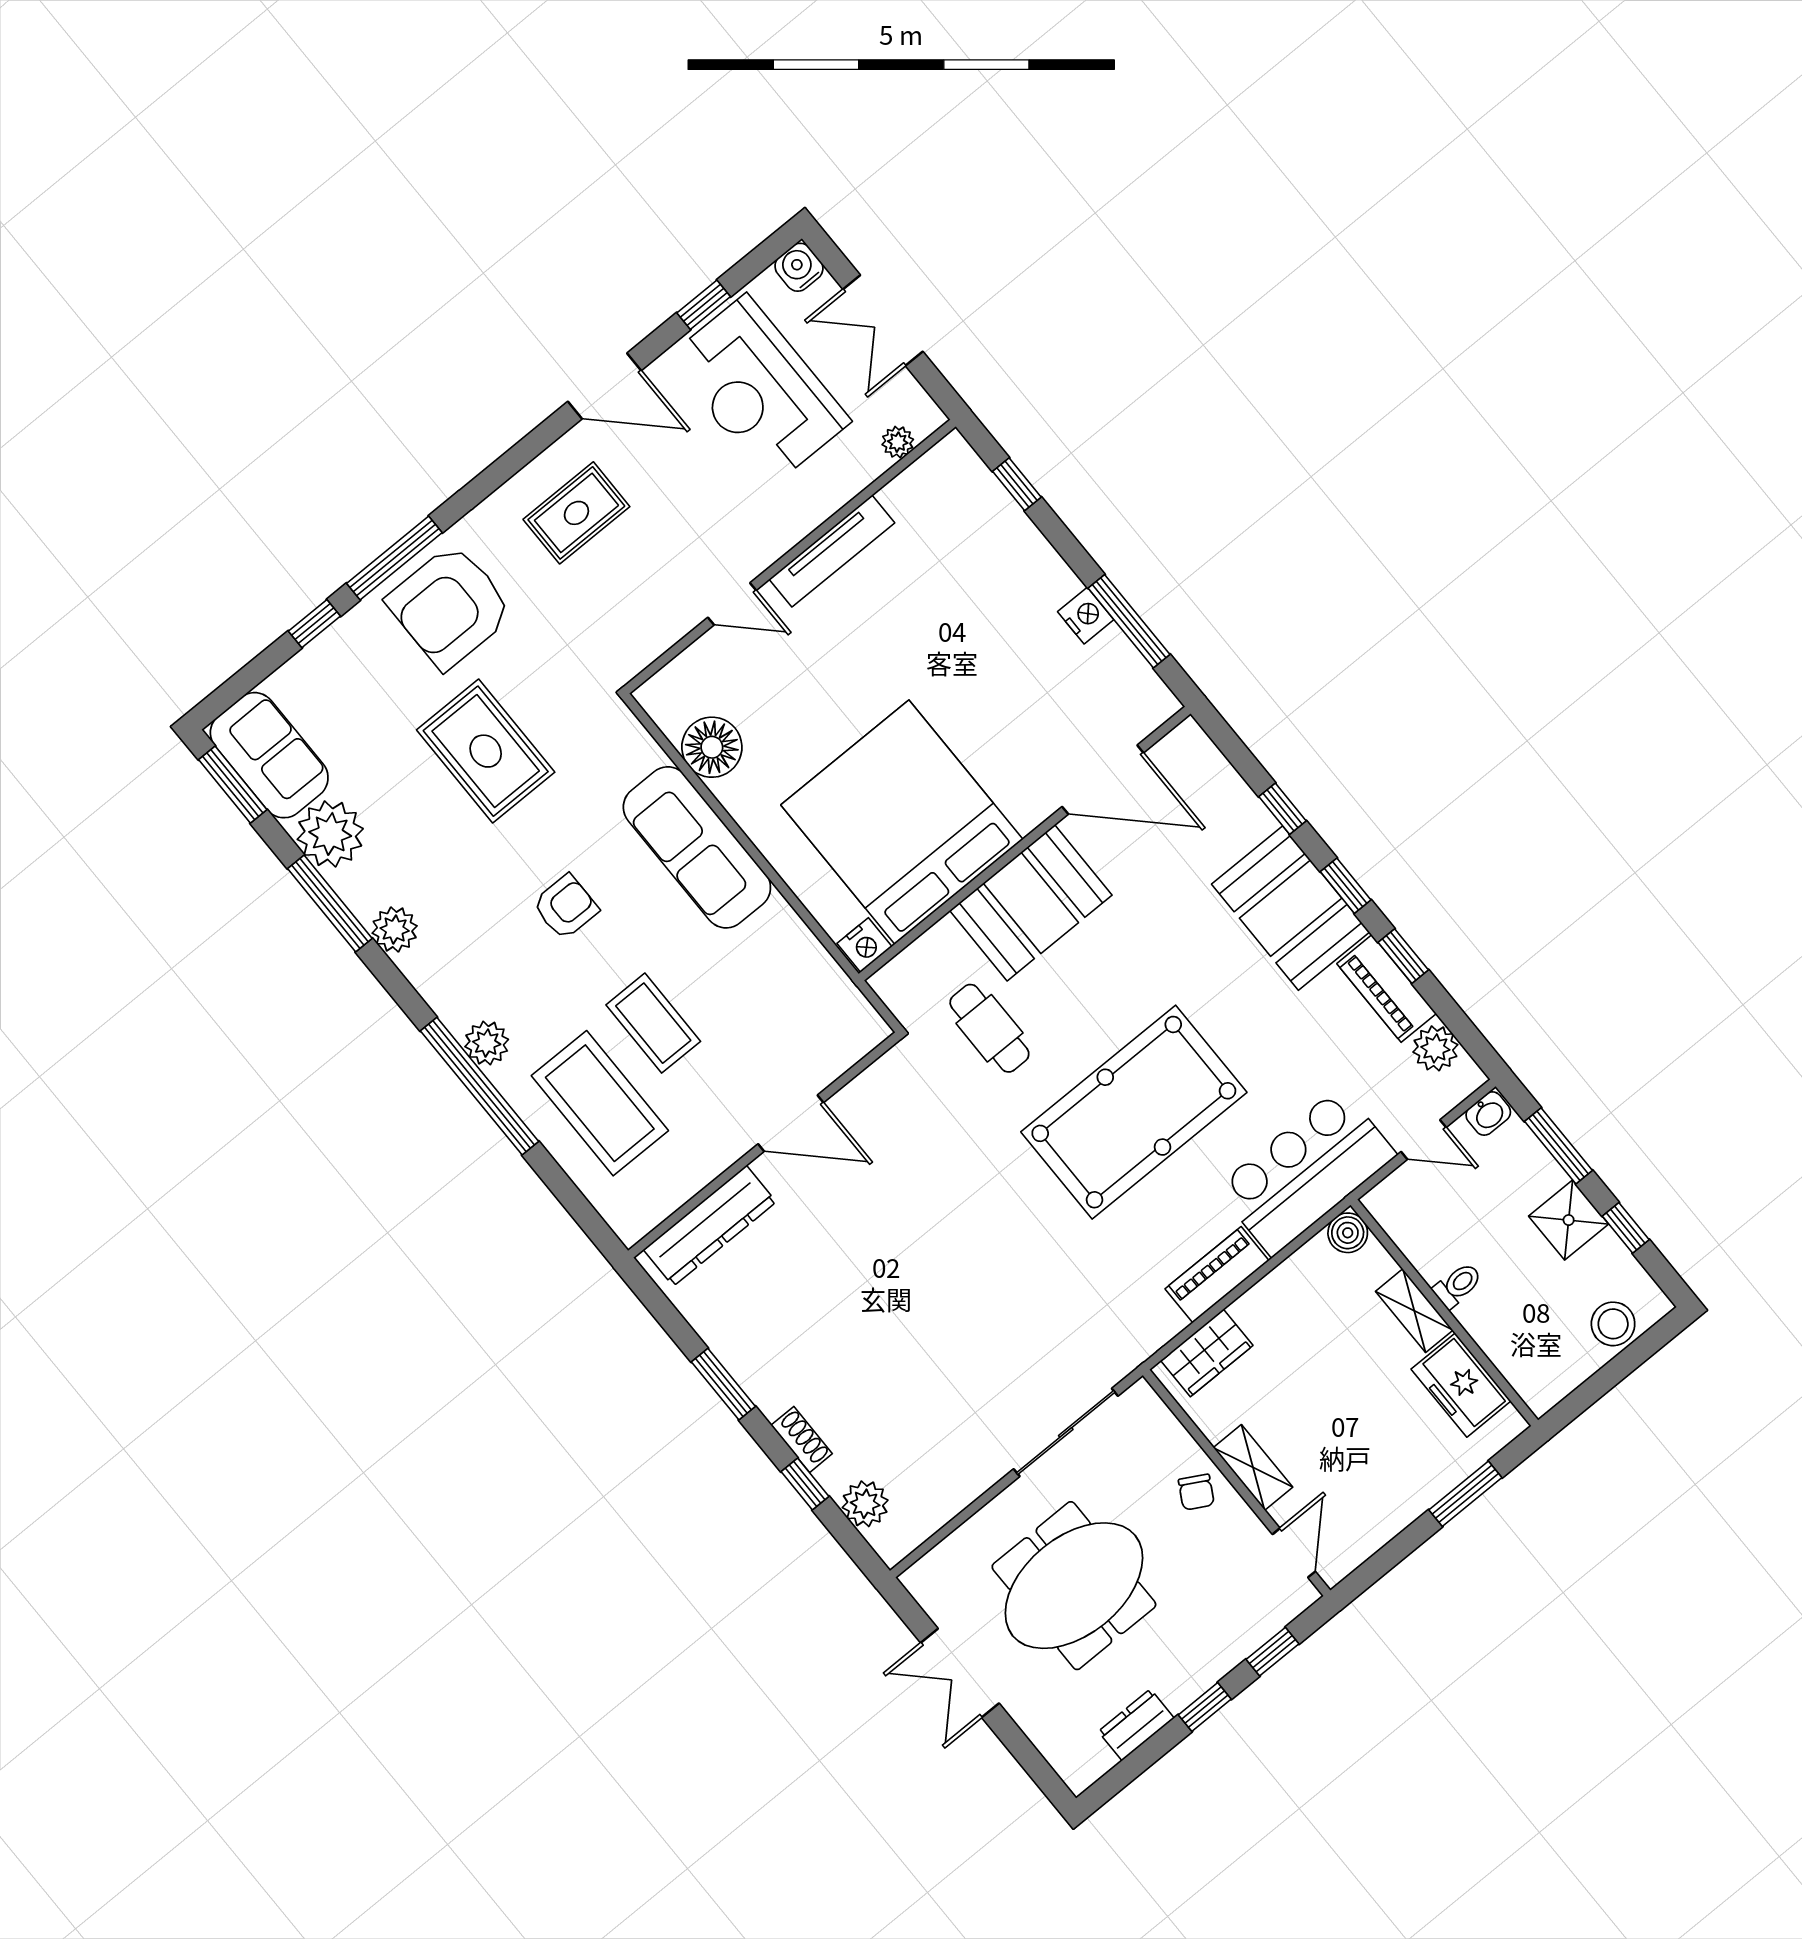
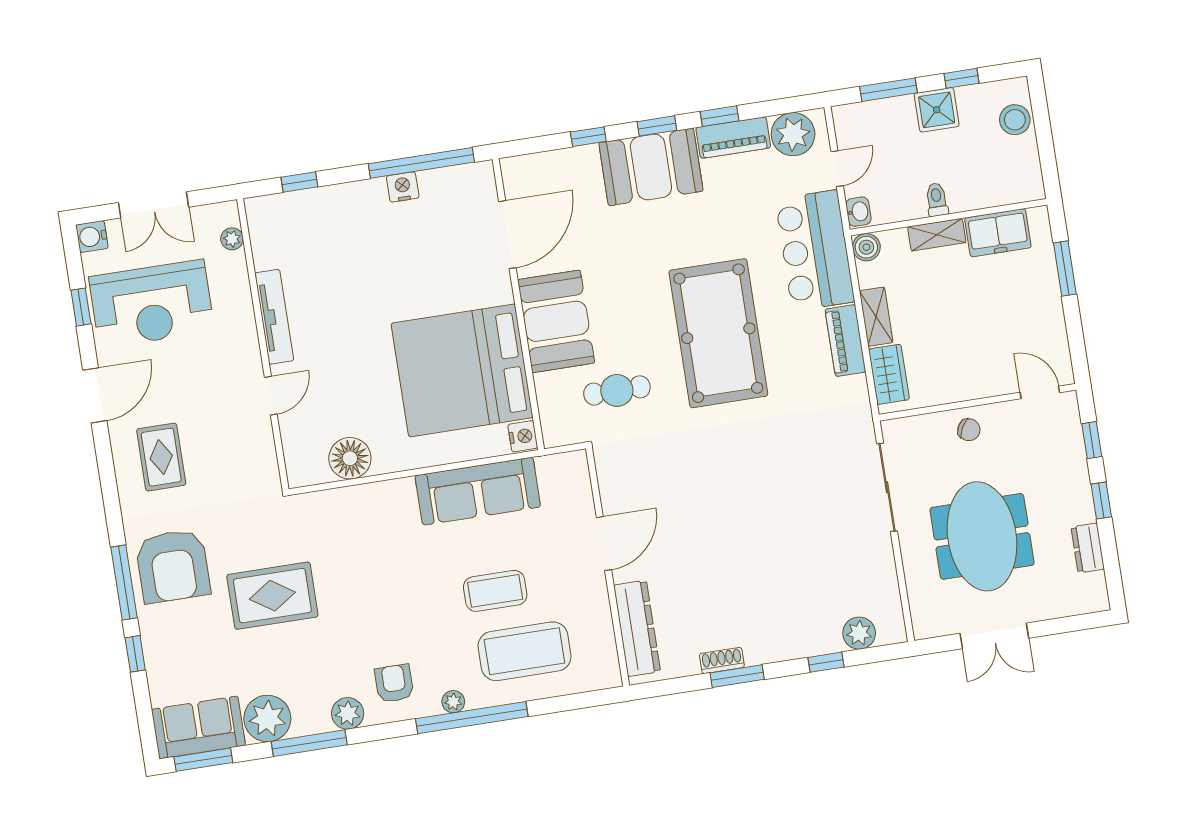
window: (1129, 621) -> (421, 163), width x1.46
sofa: (697, 847) -> (478, 491), moved
armchair: (566, 907) -> (394, 683), moved
plant: (487, 1043) -> (453, 702), width x0.73, depth x0.73
plant: (1435, 1048) -> (793, 134), width x1.36, depth x1.36
washbasin: (1488, 1113) -> (858, 212), moved
shoe rack: (802, 1439) -> (722, 660), moved
shelving: (1253, 1467) -> (876, 317), moved, turned 90

